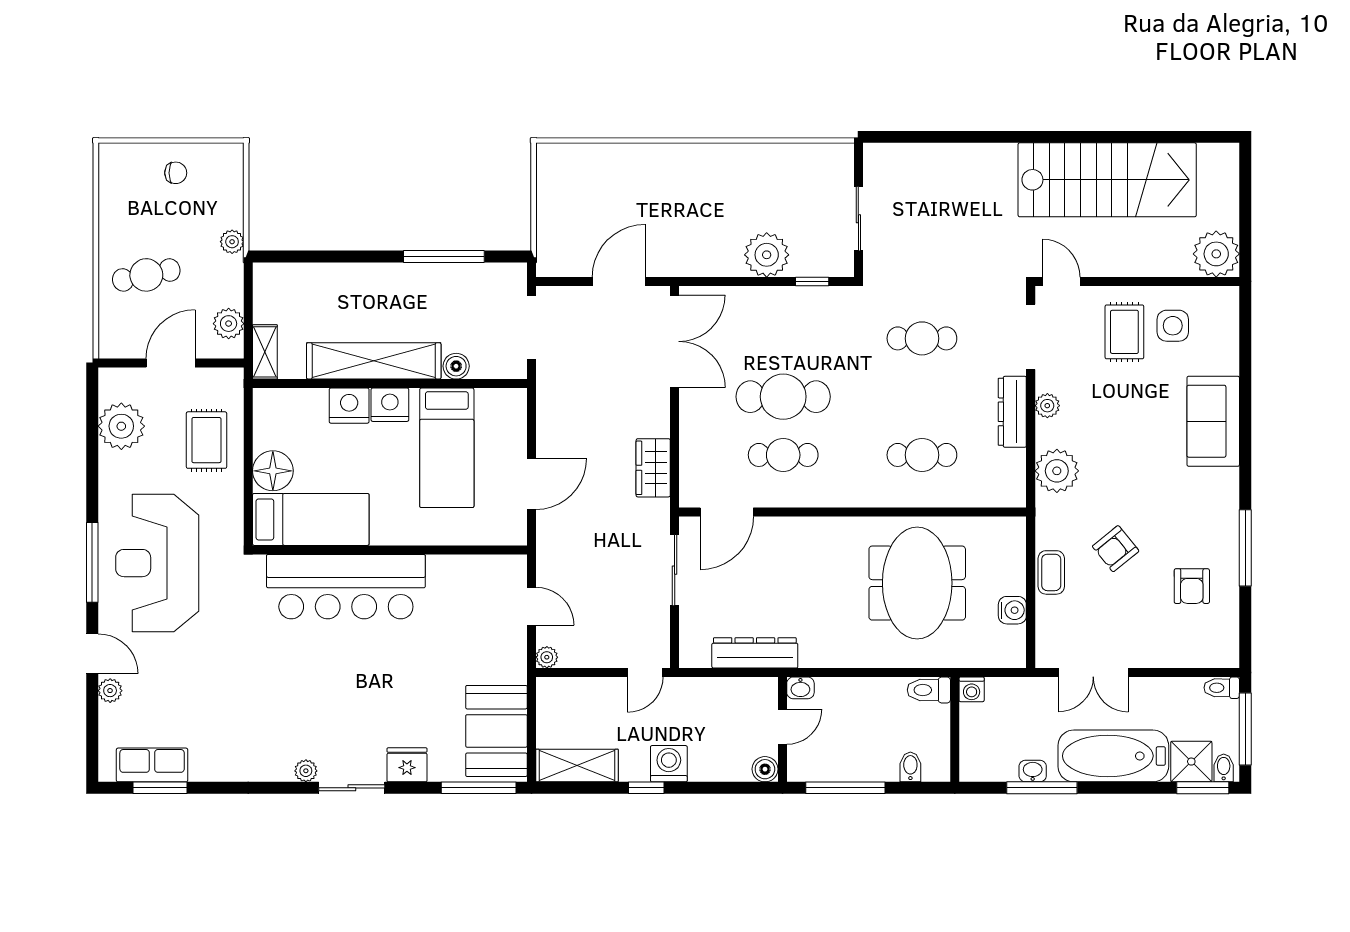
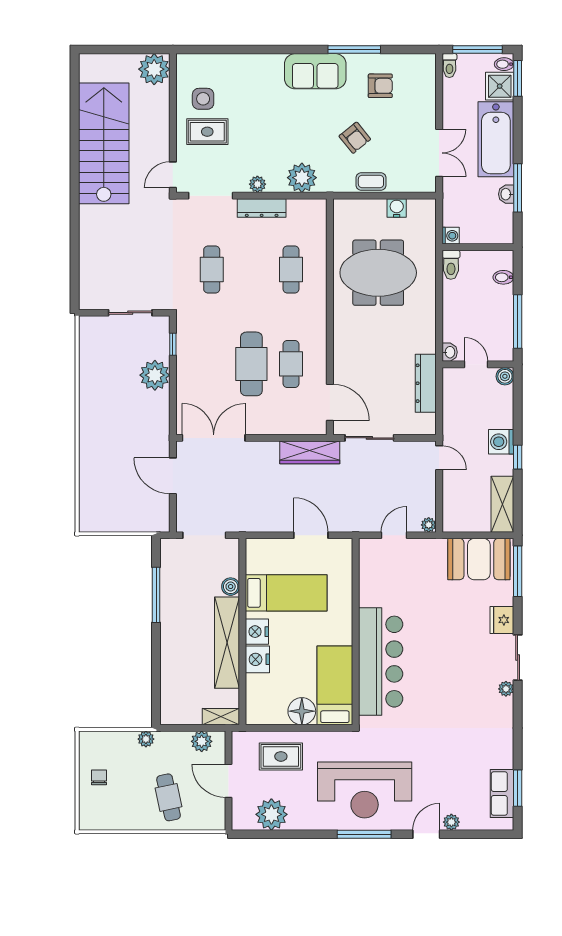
sofa: (1213, 421) -> (315, 71), moved
wardrobe: (653, 468) -> (310, 452), width x1.50

